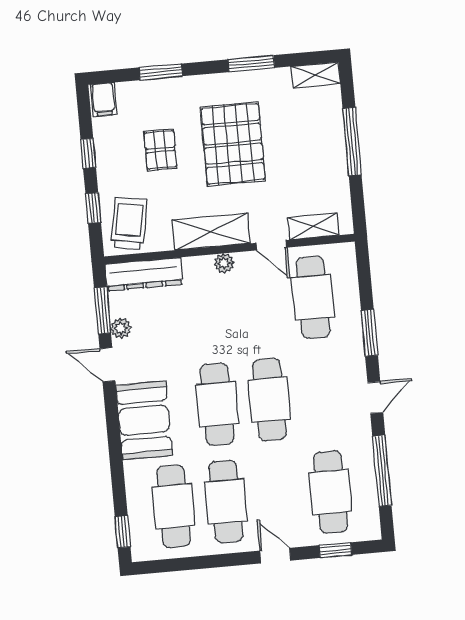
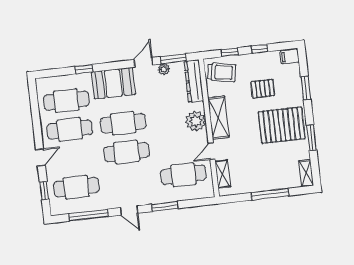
pallet: (233, 144) -> (282, 125), moved
plant: (224, 263) -> (196, 121), width x1.87, depth x1.87
window: (123, 532) -> (84, 69), moved

